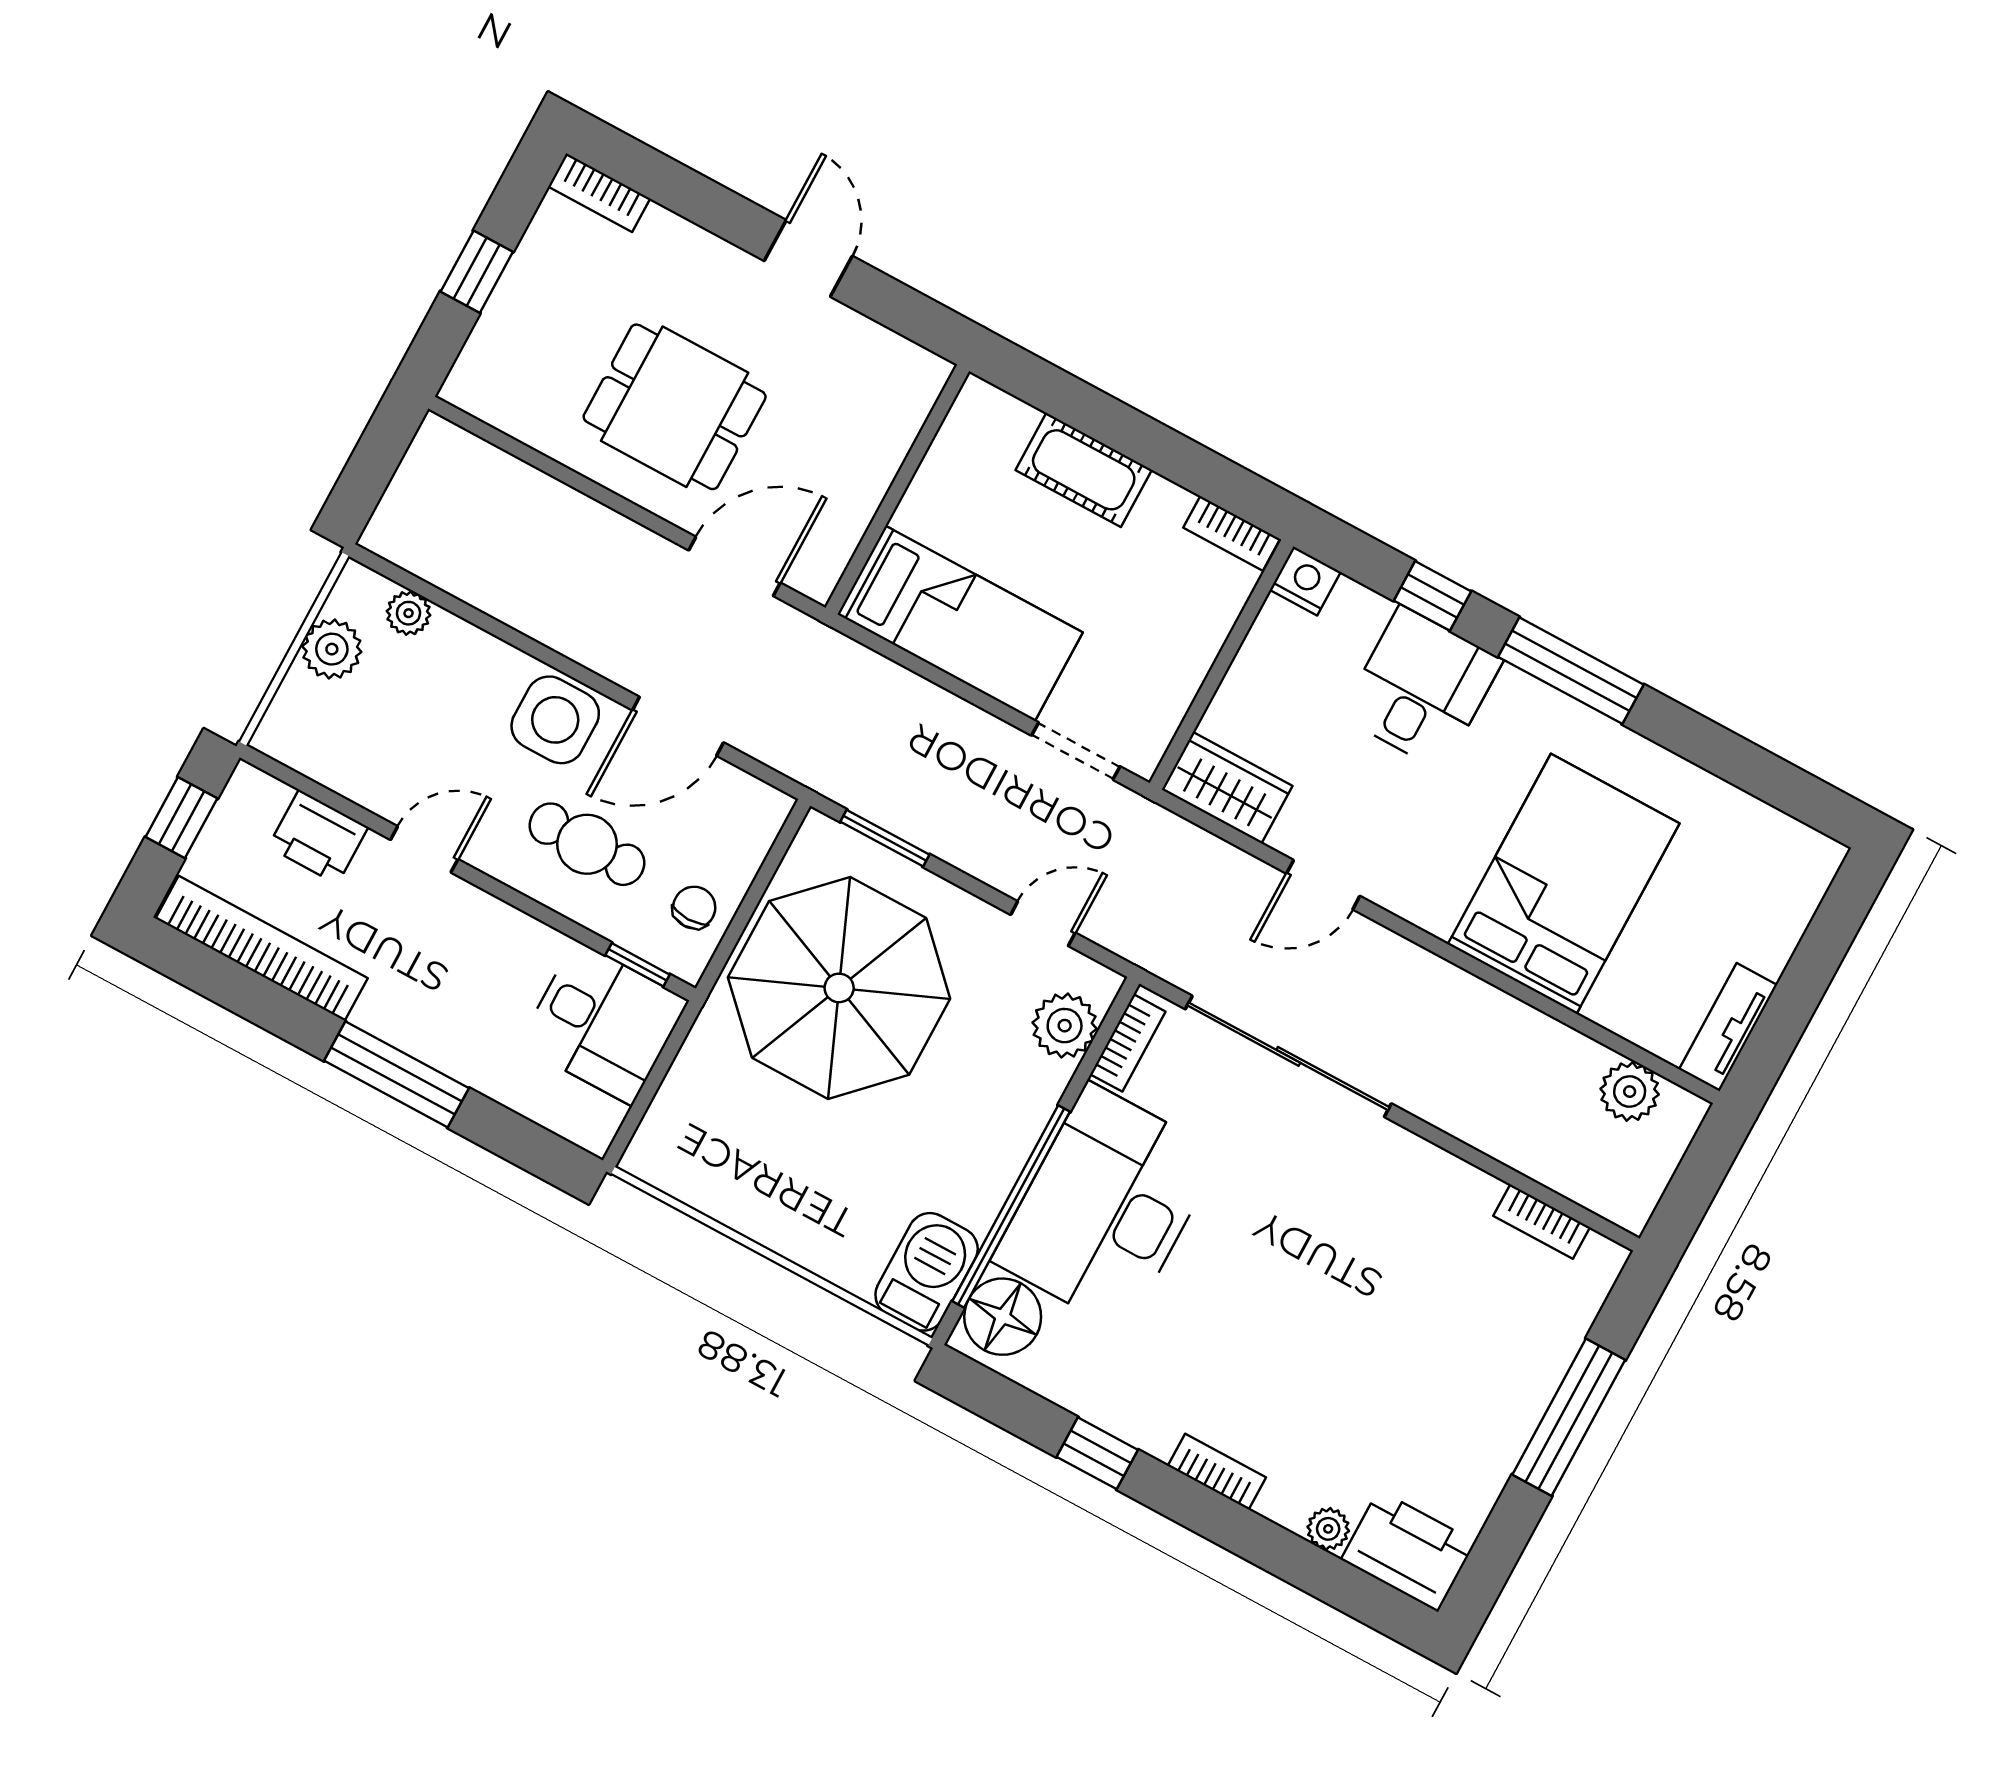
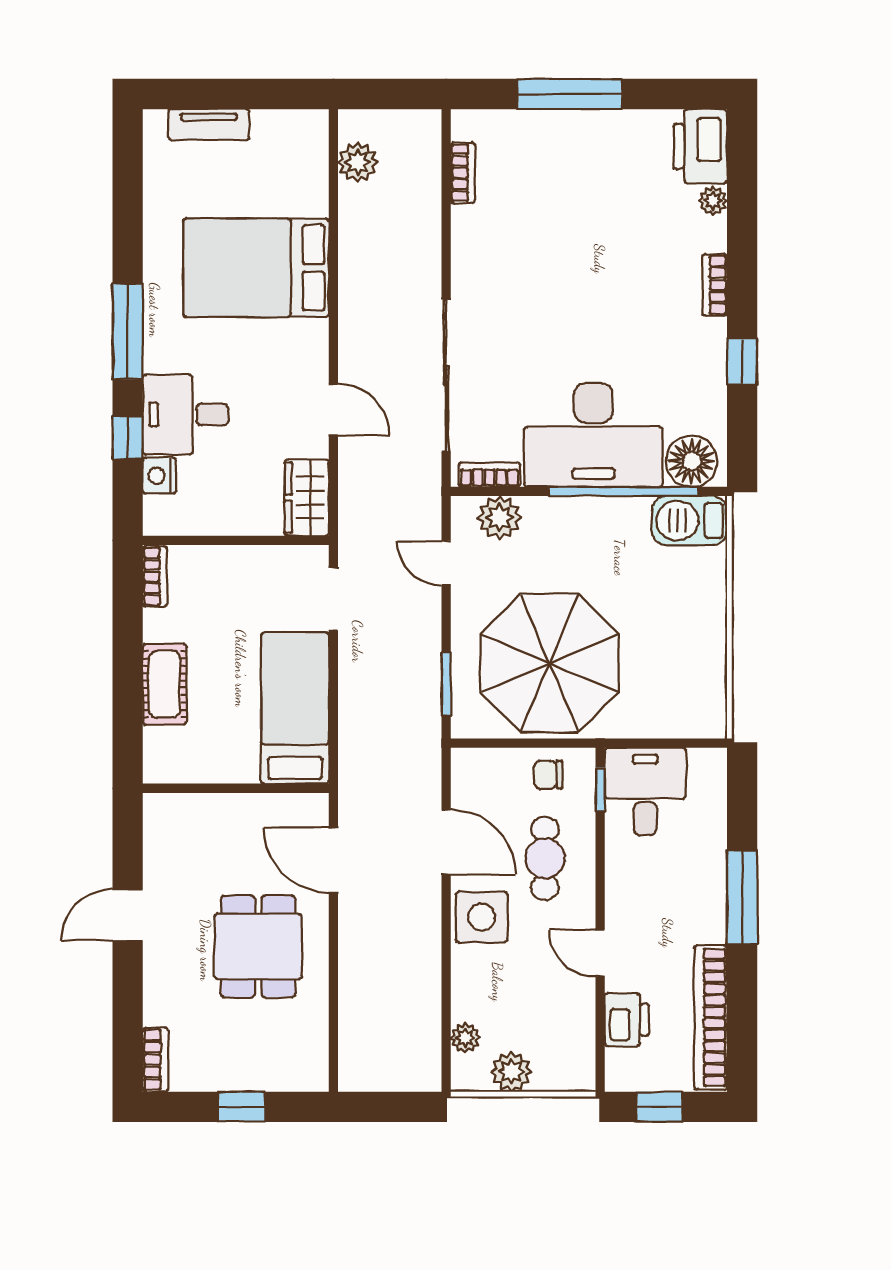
nightstand: (1305, 581) -> (159, 476), moved
tv unit: (1728, 1027) -> (209, 125), moved

